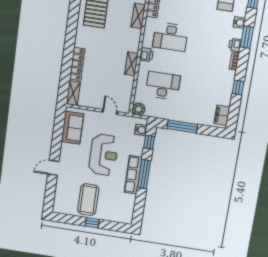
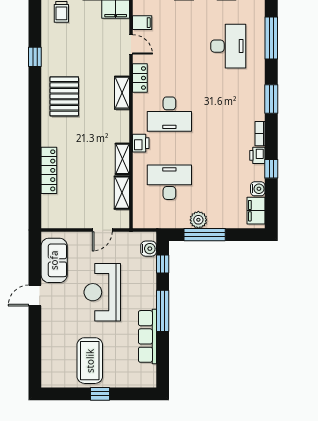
water cooler: (239, 23) -> (258, 189), moved
printer: (235, 45) -> (257, 155), moved
shelving: (73, 93) -> (122, 193), moved
plant: (139, 109) -> (198, 220), moved
door: (110, 112) -> (102, 230), swing flipped
reception desk: (104, 155) -> (102, 292), turned 180
door: (53, 168) -> (35, 296), moved
row of seats: (133, 175) -> (147, 336), moved

